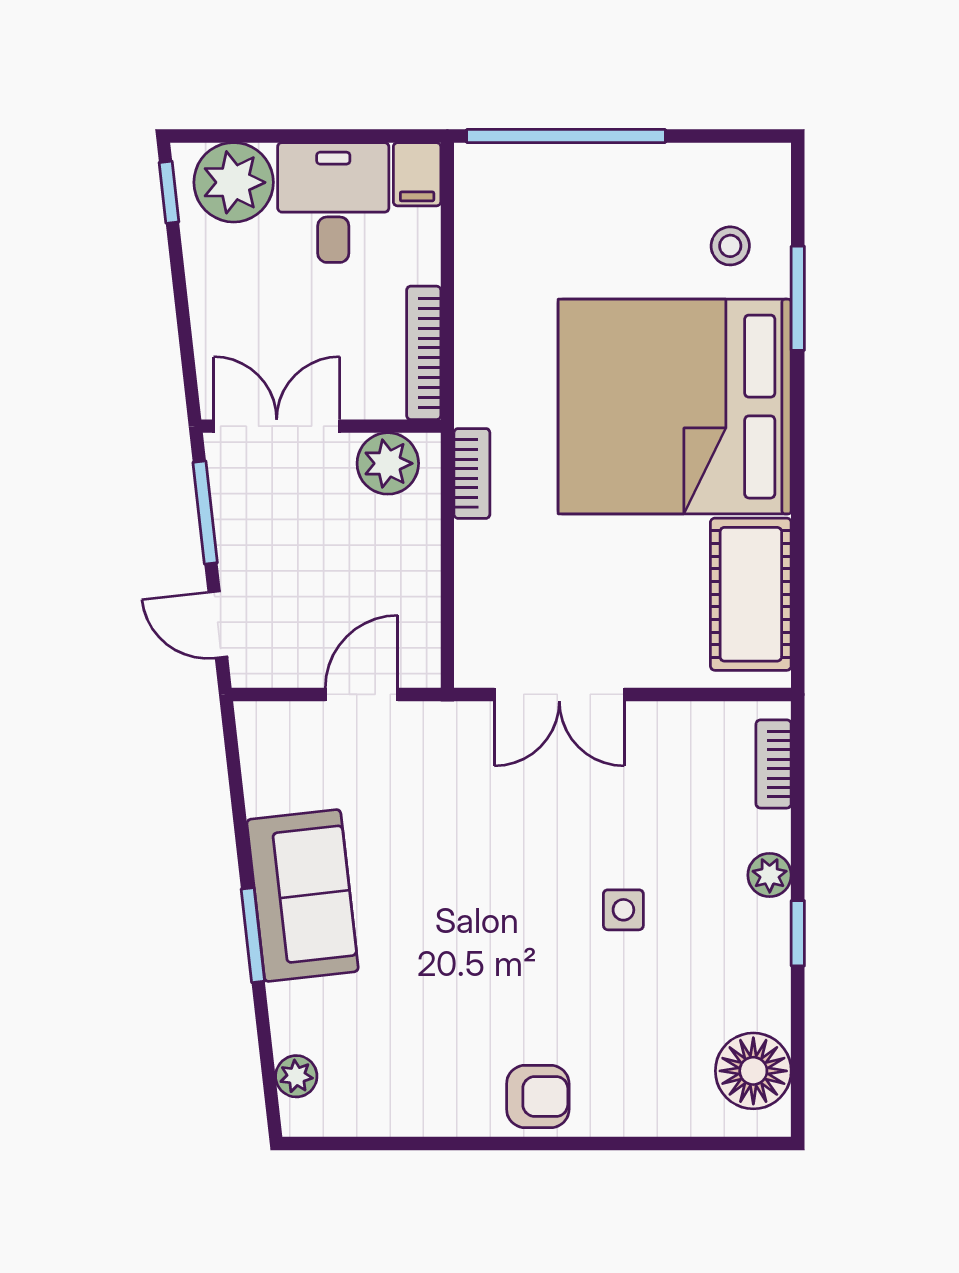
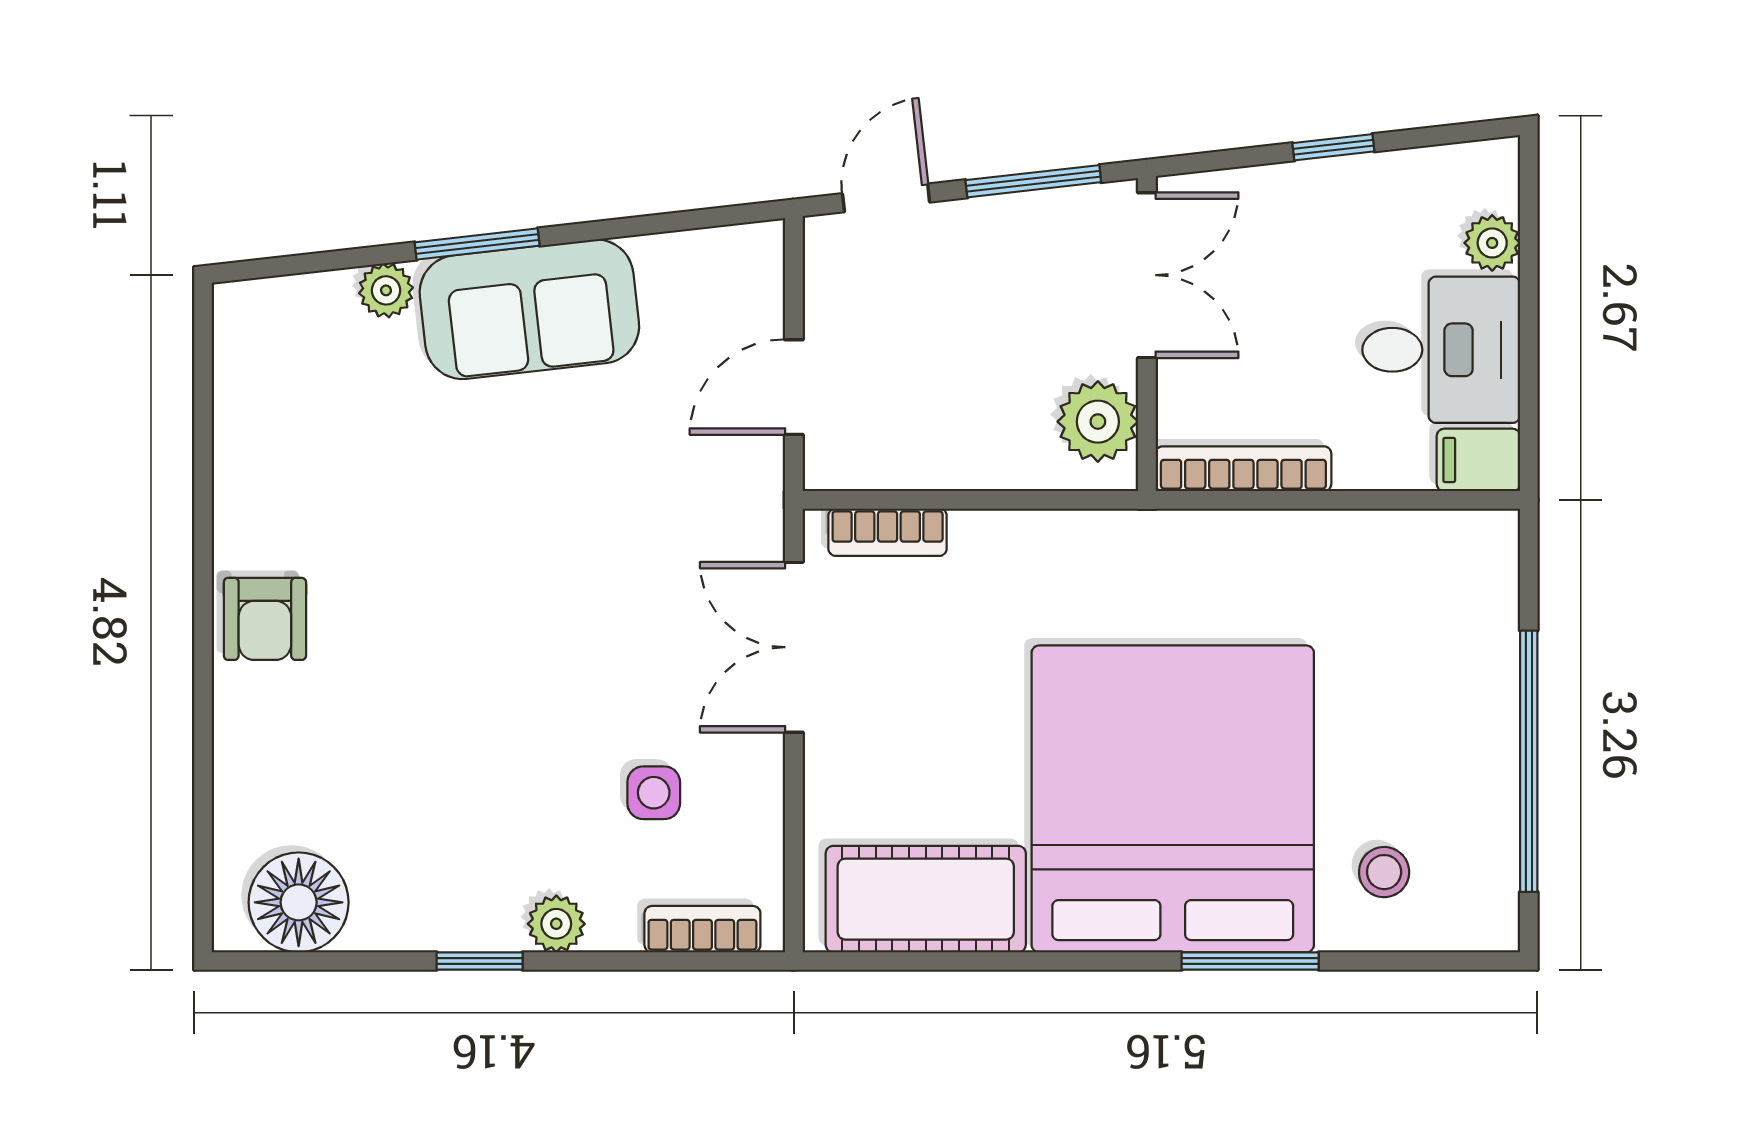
window: (566, 136) -> (1529, 761), moved
plant: (234, 182) -> (1492, 243), width x0.53, depth x0.53
window: (169, 192) -> (1333, 147), moved
window: (798, 298) -> (1250, 961), moved
bookcase: (472, 473) -> (888, 532), moved
door: (362, 694) -> (794, 387), swing flipped
side table: (623, 910) -> (654, 793), moved
plant: (296, 1076) -> (386, 290), moved

